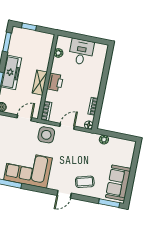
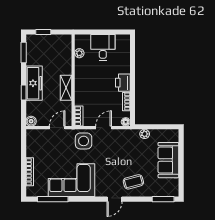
printer: (55, 82) -> (123, 83), moved, turned 180
sofa: (118, 183) -> (168, 160), moved

